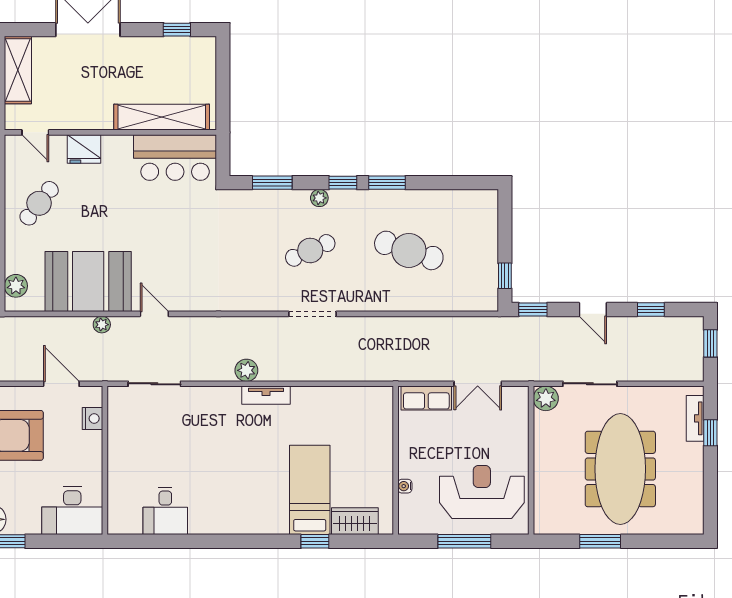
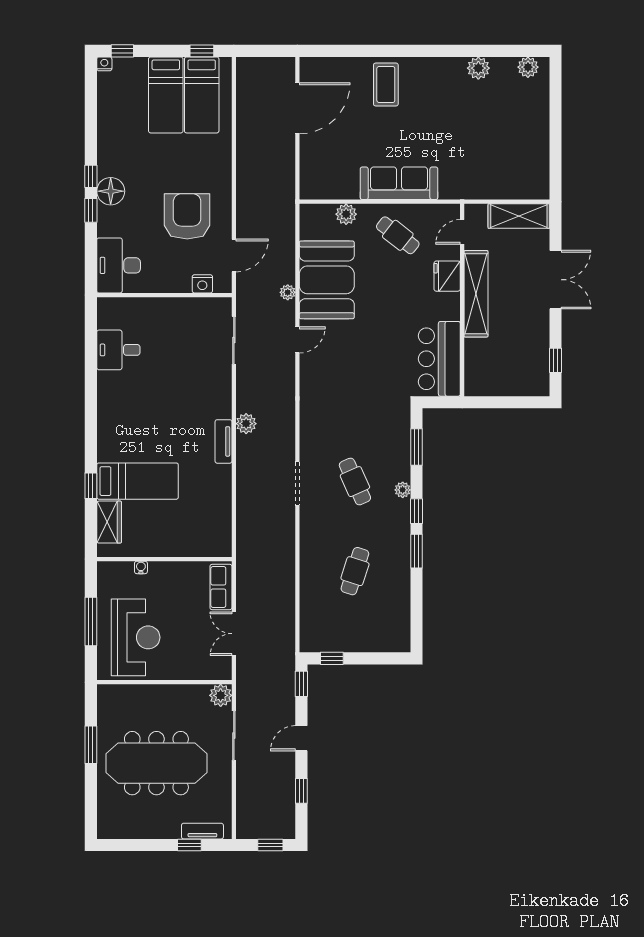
shelving: (162, 117) -> (476, 294), moved
cafe table: (409, 250) -> (355, 571), width x0.73, depth x0.74
plant: (16, 286) -> (346, 214), moved

